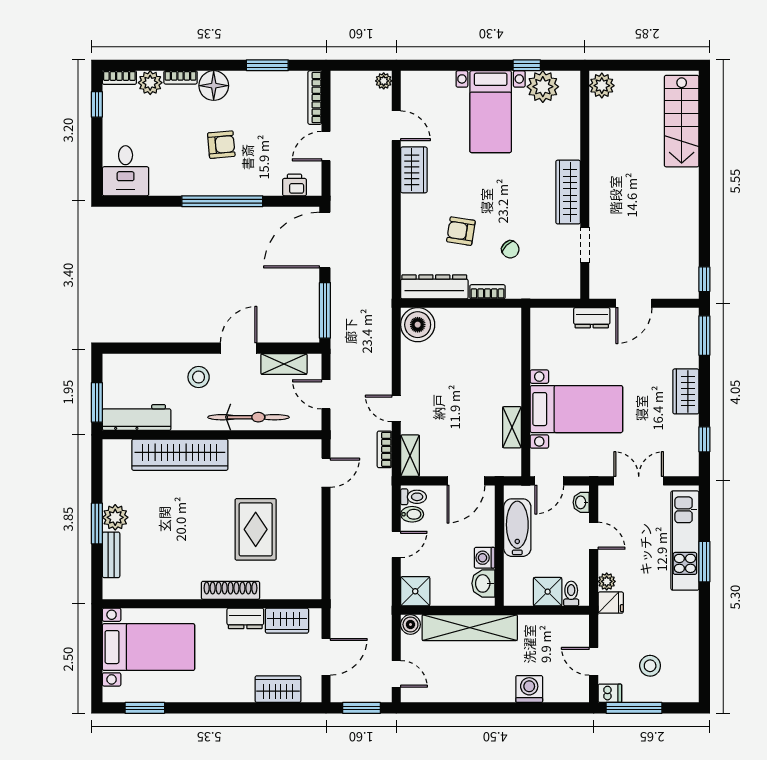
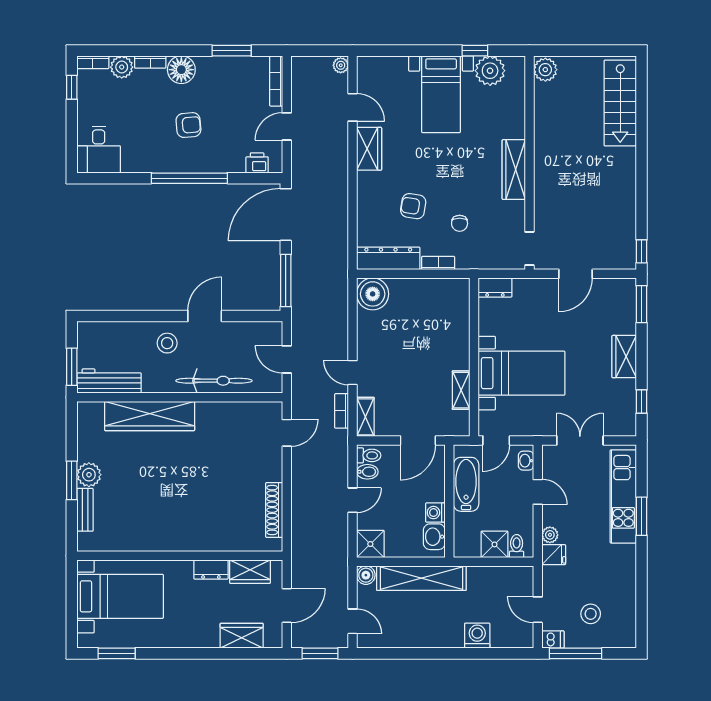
doorway: (585, 245) -> (529, 249), moved
chair: (510, 249) -> (460, 223), turned 45
dresser: (592, 318) -> (495, 287), moved
shelving: (284, 364) -> (247, 331), removed
rug: (256, 529) -> (221, 486), removed
shoe rack: (231, 590) -> (274, 510), moved, turned -90

